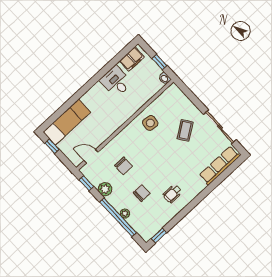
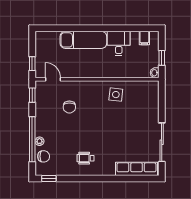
filing cabinet: (132, 59) -> (144, 38), width x0.50
exam couch: (67, 122) -> (83, 40), moved
coffee table: (185, 130) -> (135, 122), removed
window: (52, 146) -> (32, 64), moved
plant: (105, 189) -> (41, 111), removed
chair: (142, 193) -> (44, 156), moved

